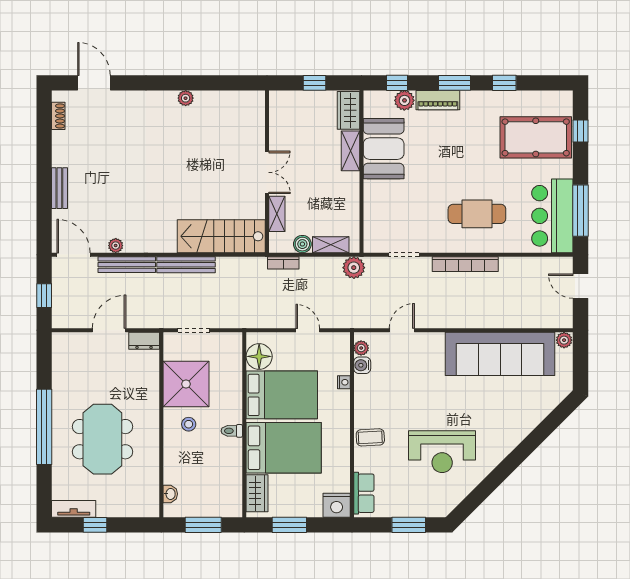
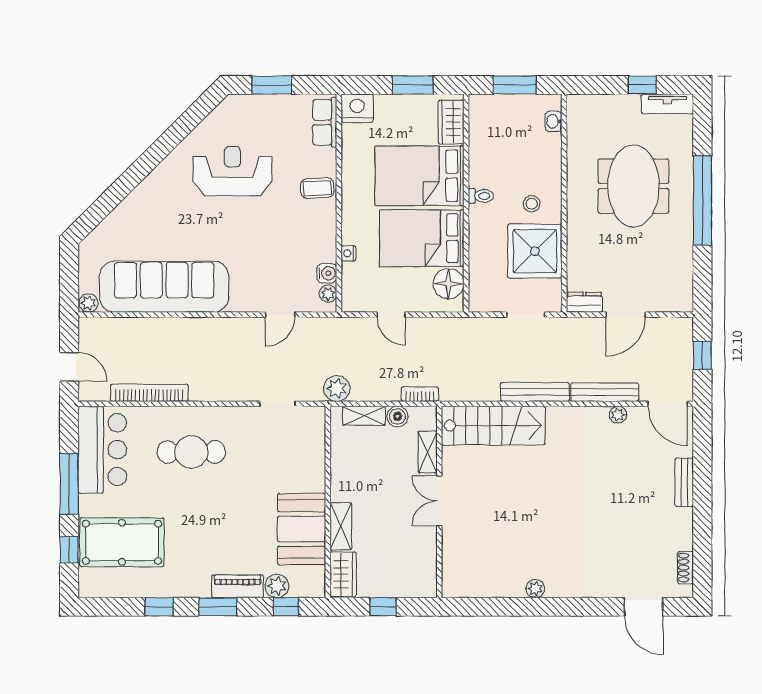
window: (581, 211) -> (69, 484), moved
bookcase: (465, 264) -> (149, 393), moved

